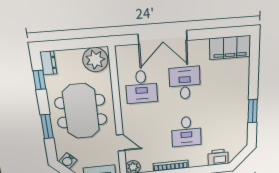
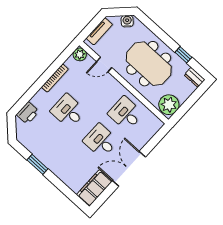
double door: (163, 37) -> (129, 169), moved
window: (39, 80) -> (183, 55), moved
desk: (185, 83) -> (101, 141), turned 180
window: (47, 126) -> (161, 34), removed

